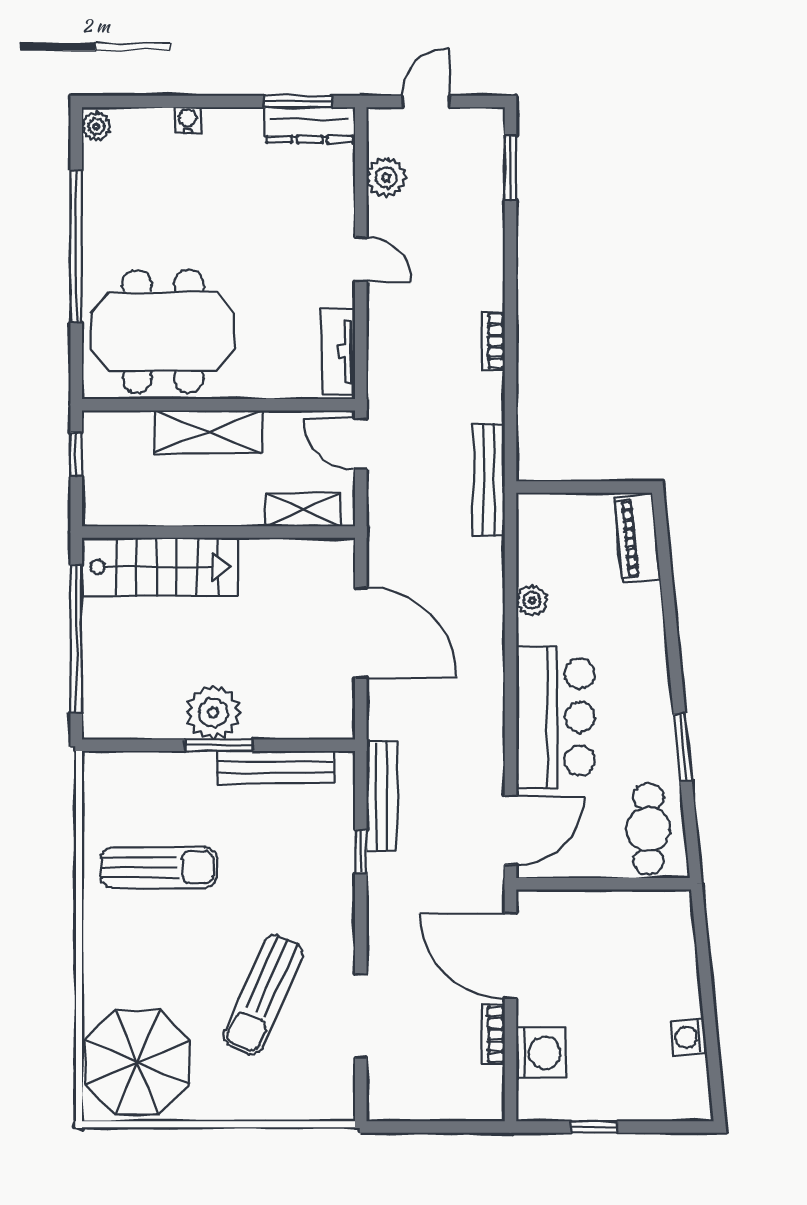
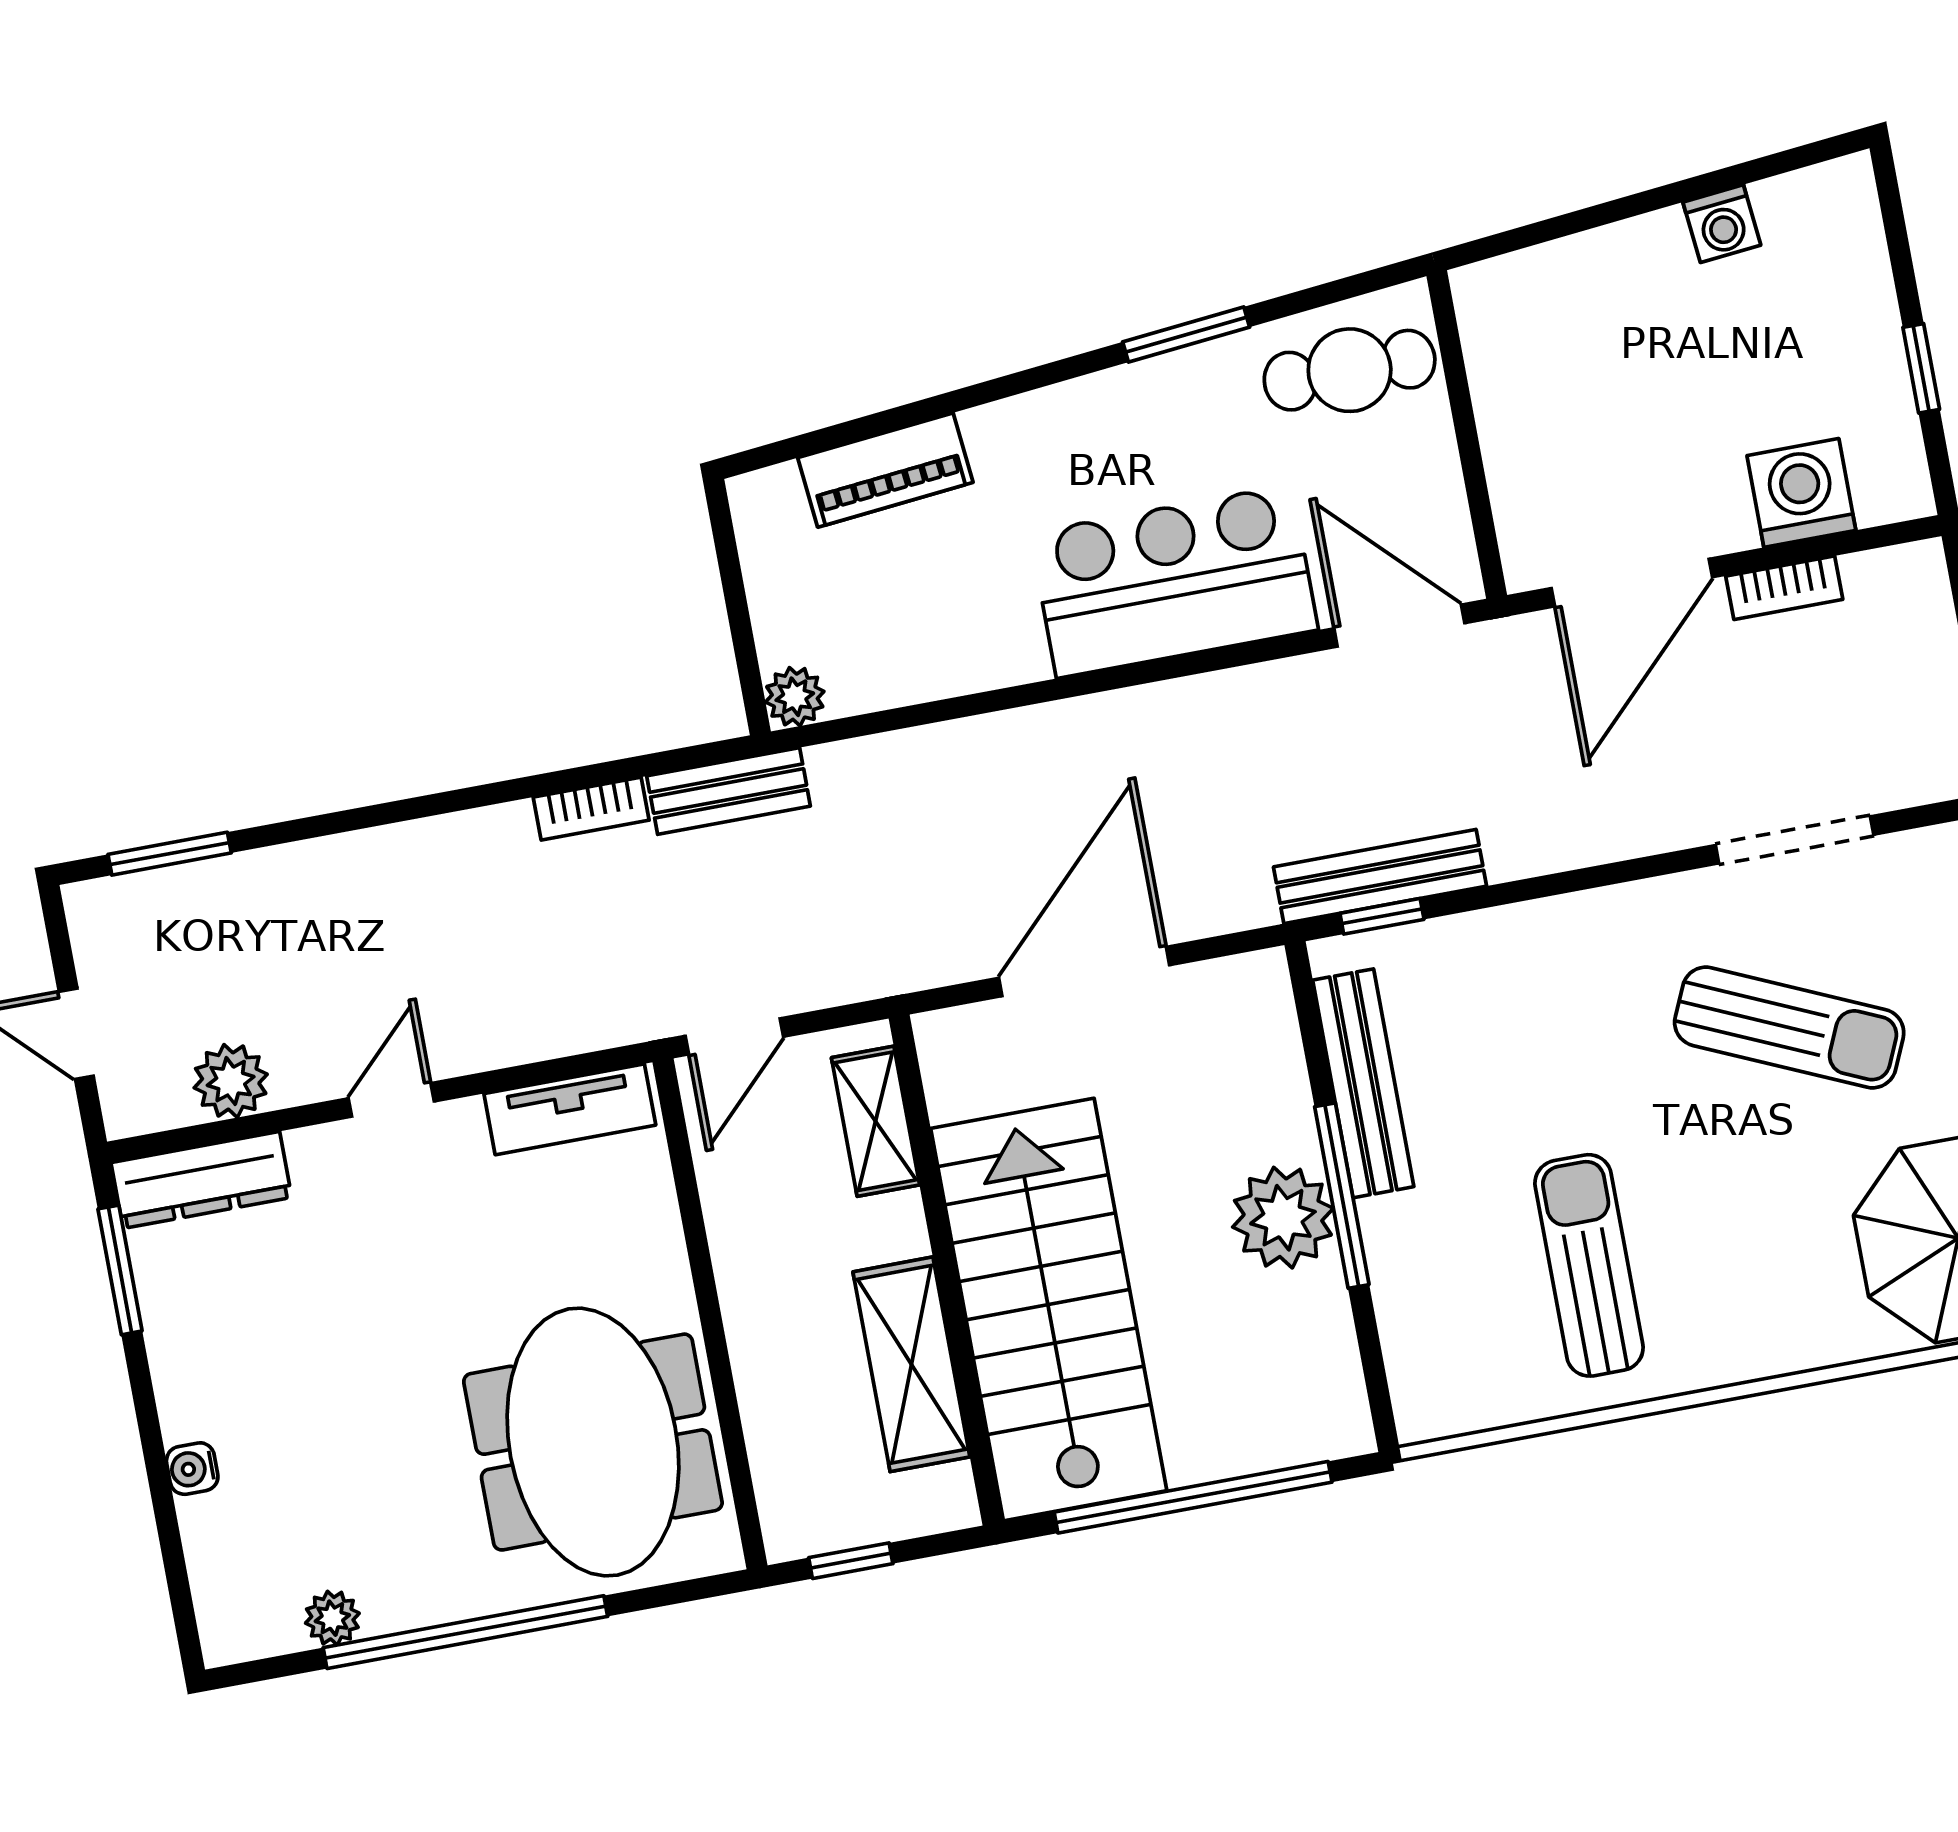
dresser: (310, 125) -> (201, 1180), moved, turned 90
plant: (96, 126) -> (332, 1618), moved
bookcase: (493, 341) -> (591, 809), moved
shelving: (208, 432) -> (911, 1364), moved
bench: (489, 480) -> (729, 791), width x0.73
piano: (637, 538) -> (885, 470), moved
stairs: (160, 567) -> (1049, 1310), width x1.36, depth x1.51
plant: (532, 600) -> (795, 697), moved
window: (219, 745) -> (1342, 1196), width x1.44
window: (361, 851) -> (1382, 916), moved

